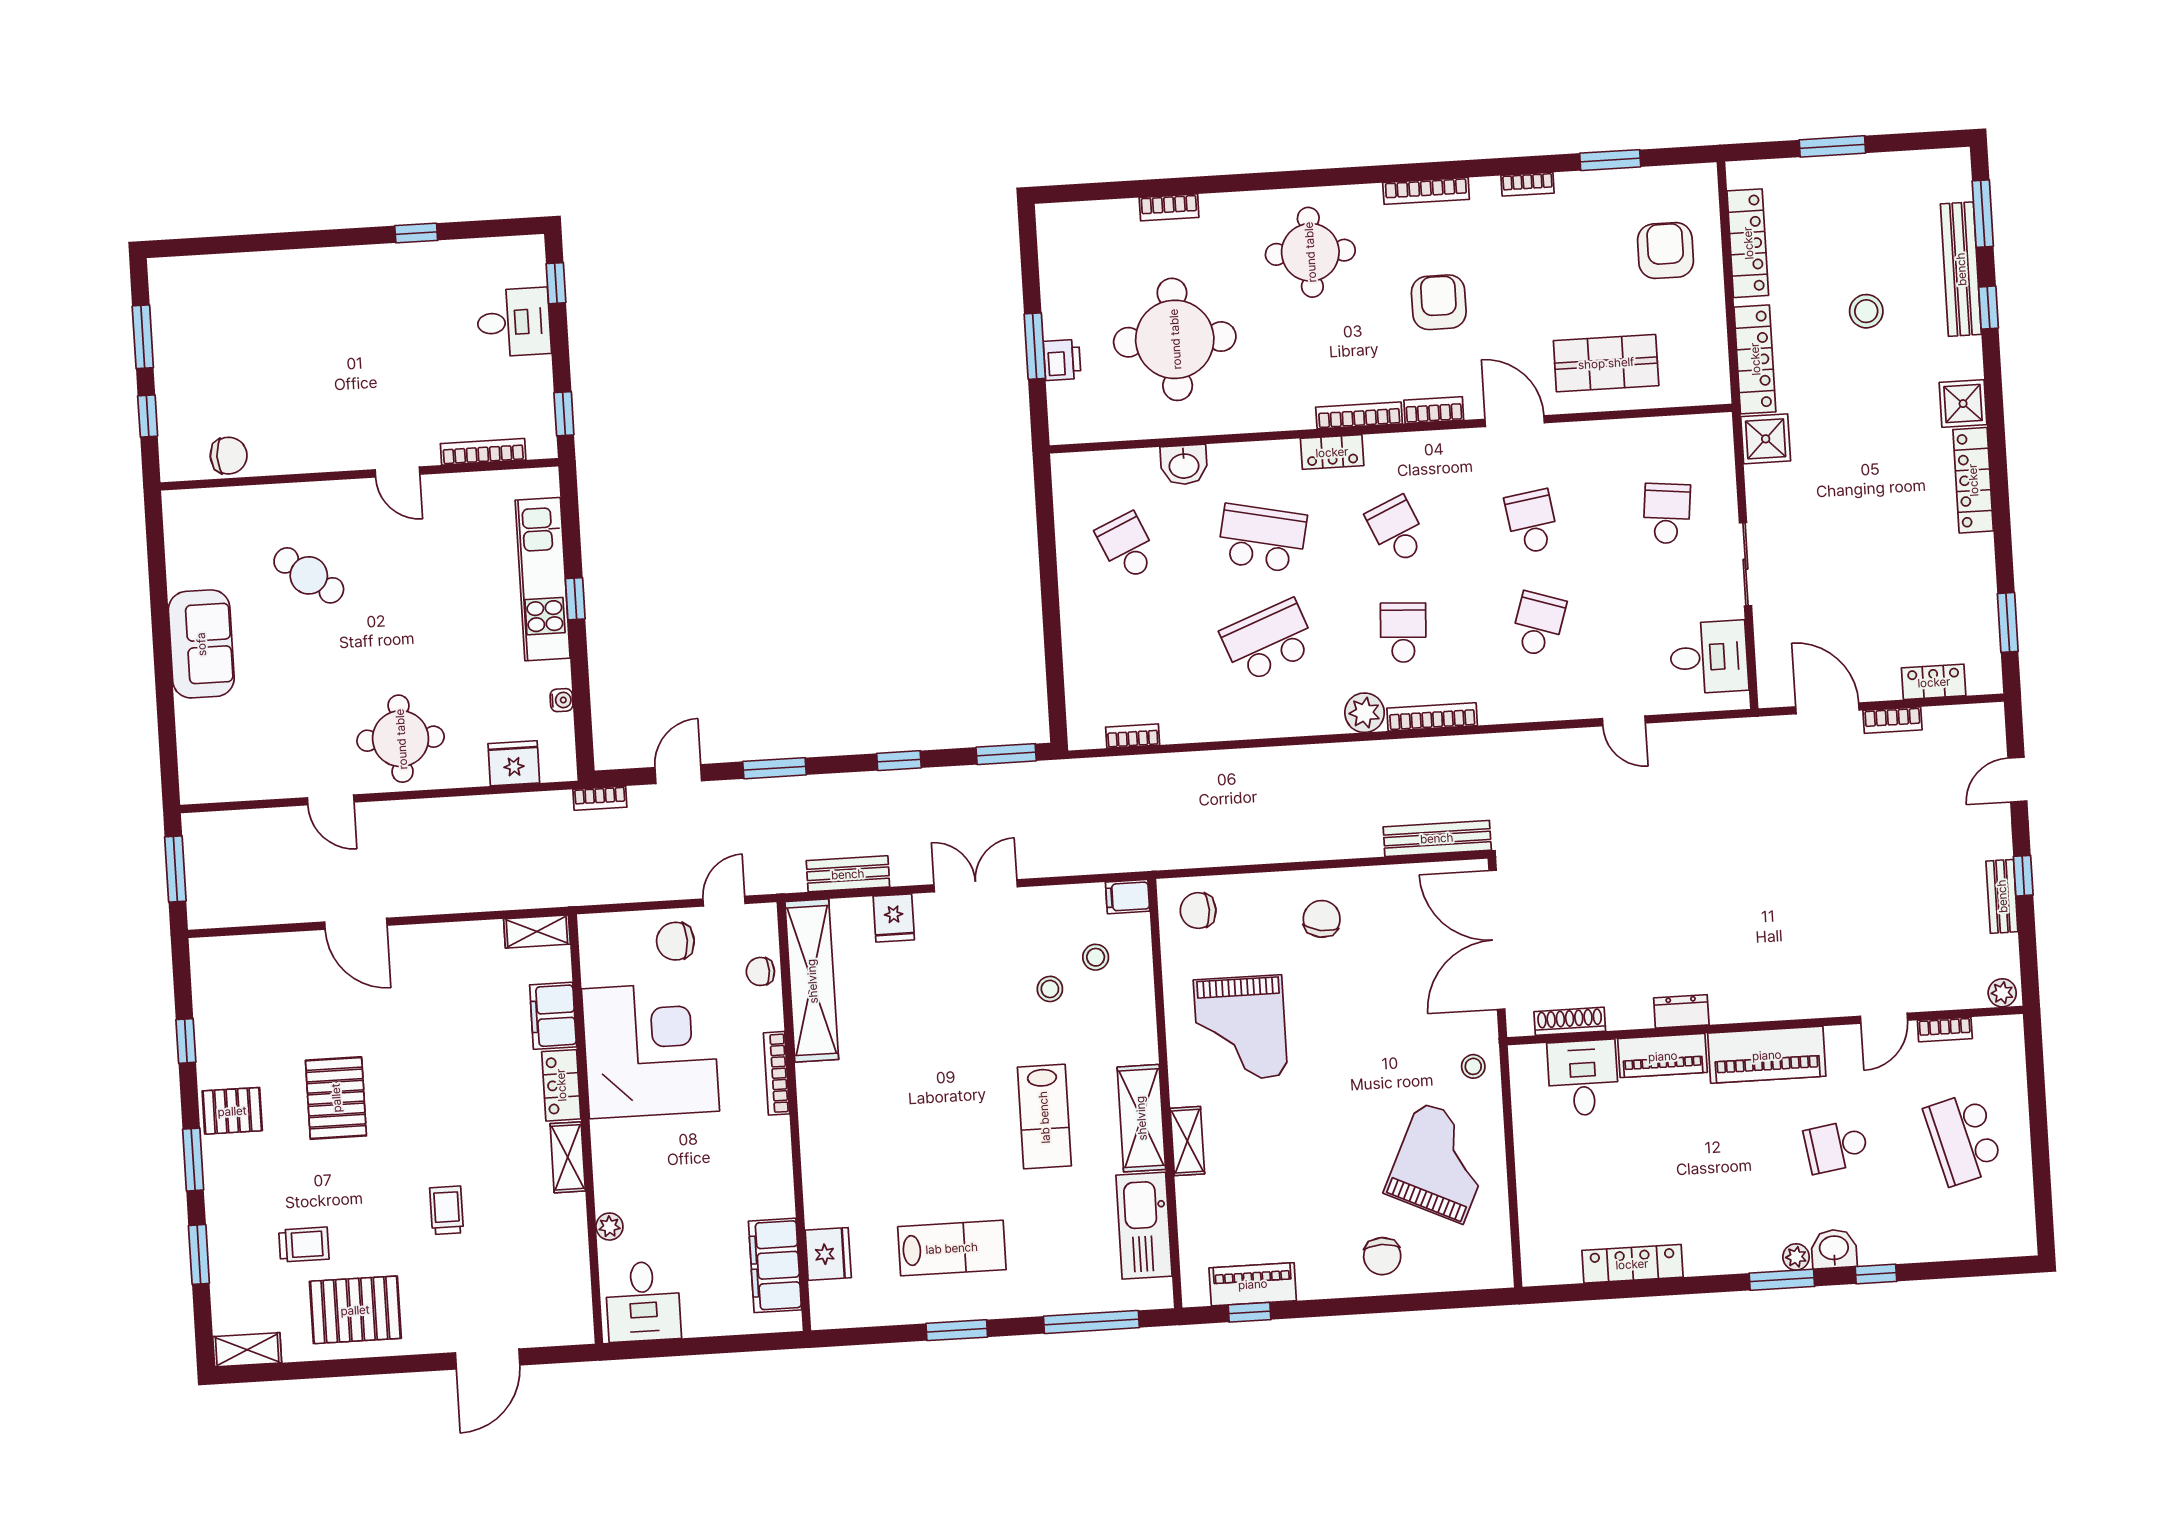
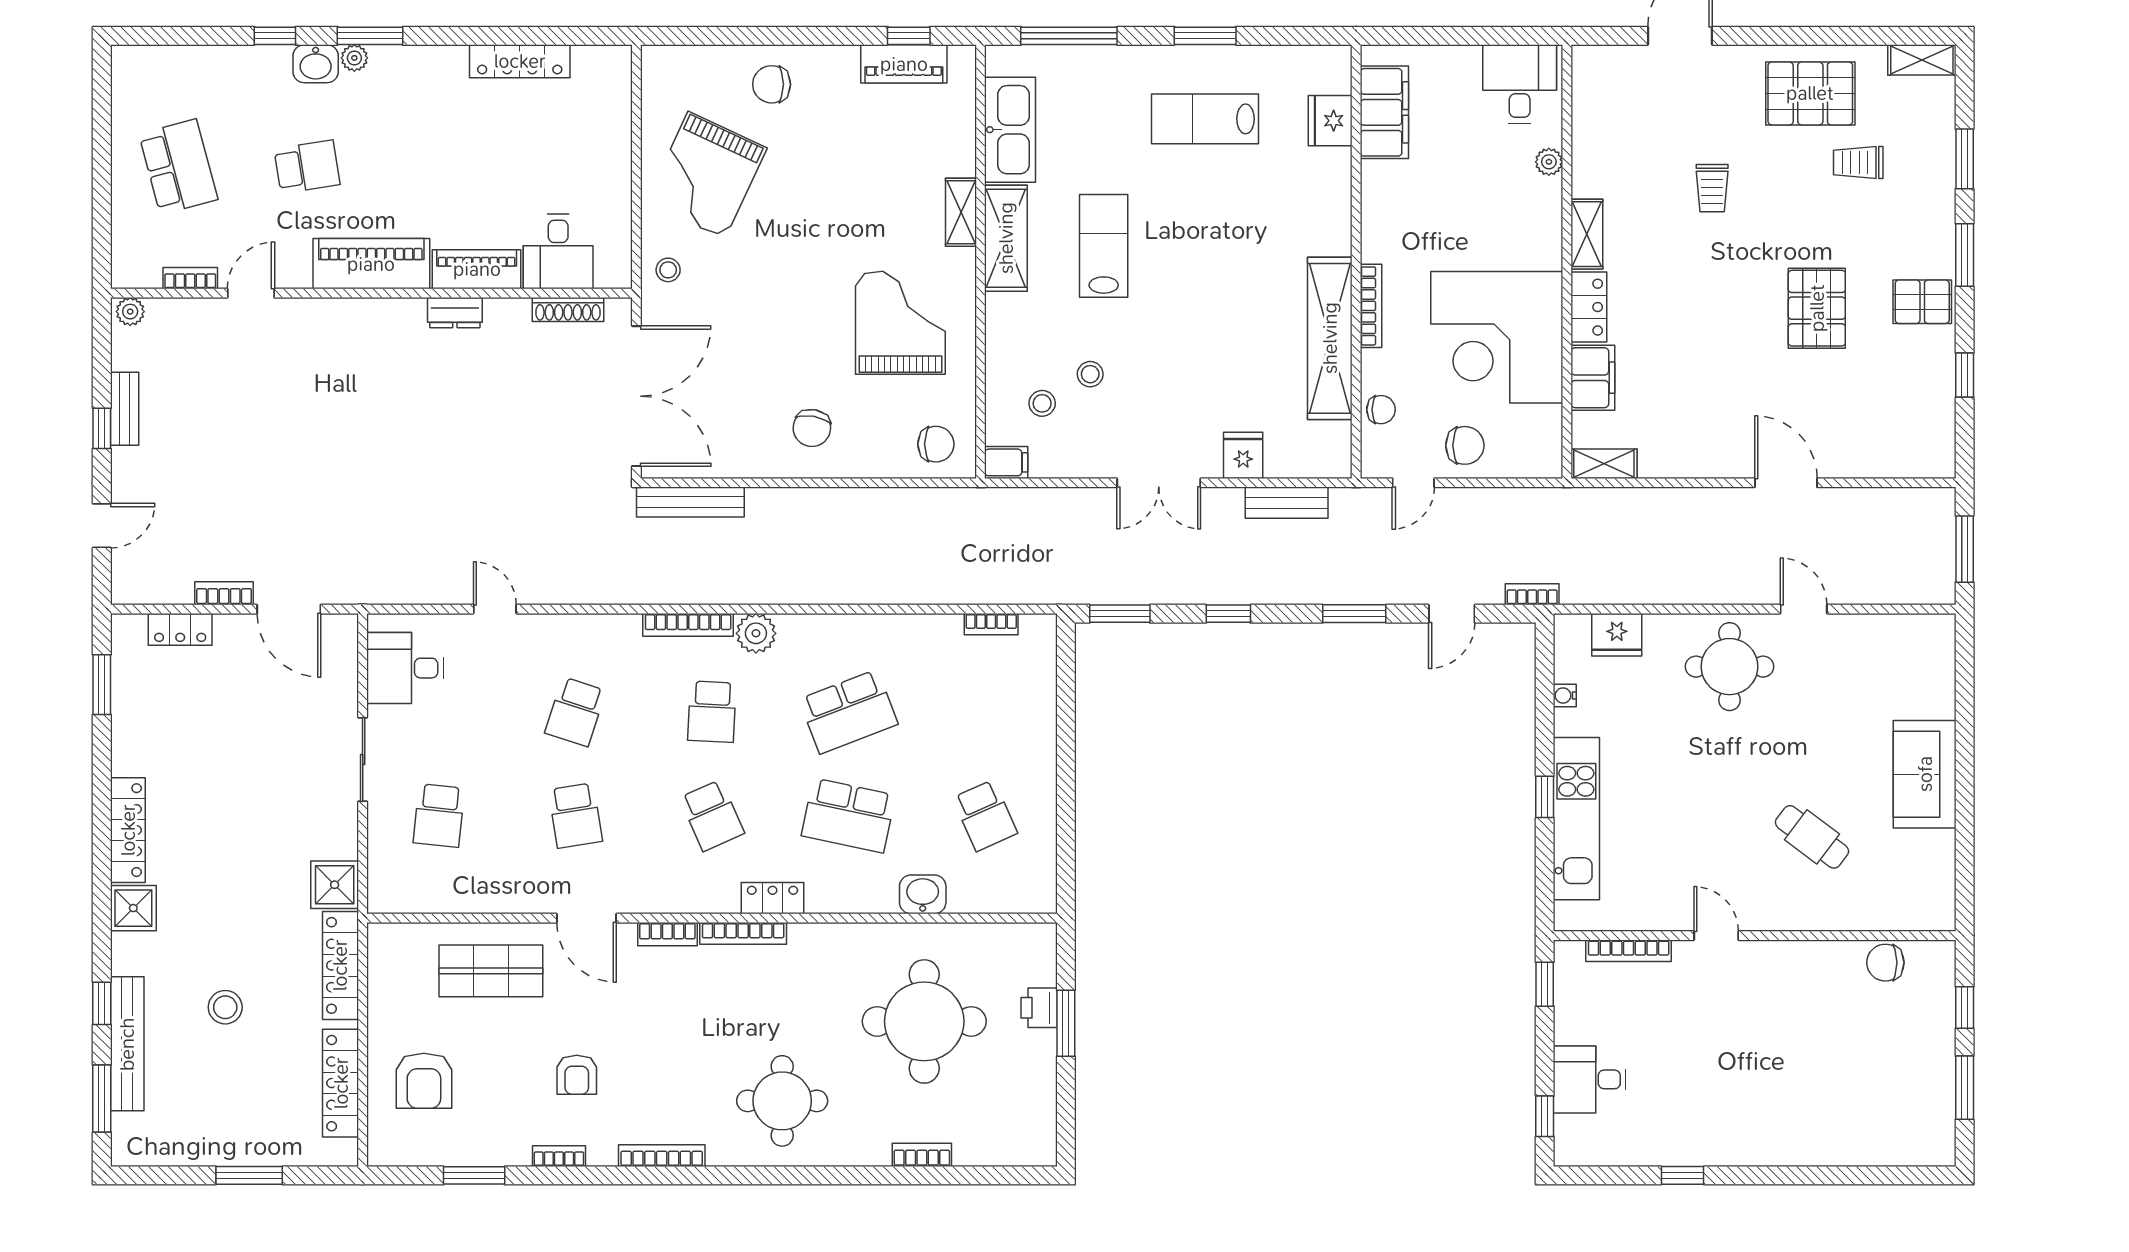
armchair: (1439, 302) -> (577, 1075), moved, width x0.72, depth x0.72
shelving: (812, 981) -> (1330, 338), moved
chair: (1382, 1256) -> (772, 84), turned -90

